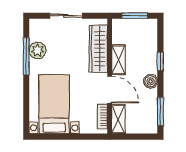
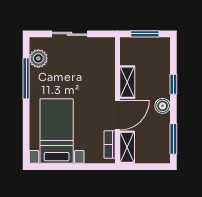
wardrobe: (98, 49) -> (105, 70), removed
plant: (37, 50) -> (38, 58), moved
door: (110, 90) -> (117, 115), hinge flipped

